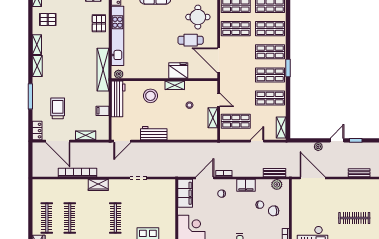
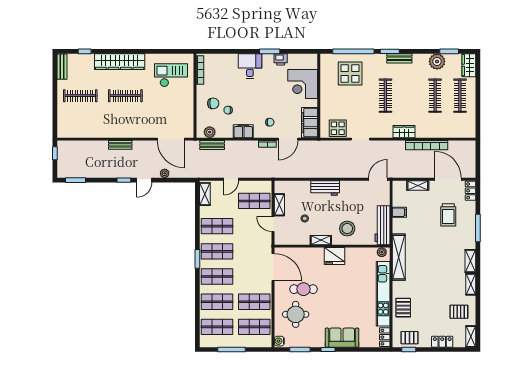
fridge: (178, 71) -> (334, 256), moved
workbench: (154, 133) -> (325, 188), moved
display table: (159, 188) -> (338, 128), added

